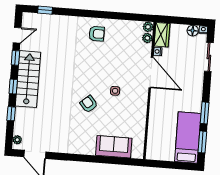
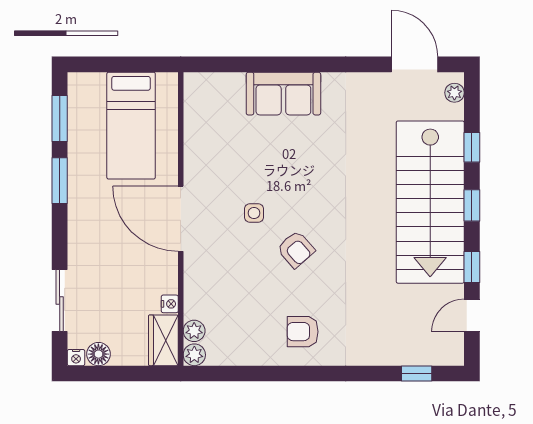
door: (151, 73) -> (181, 219), moved
stairs: (28, 79) -> (430, 202), width x1.36, depth x1.51
armchair: (89, 104) -> (296, 249), moved
bed: (188, 137) -> (131, 126), moved
sofa: (114, 147) -> (283, 94), moved

